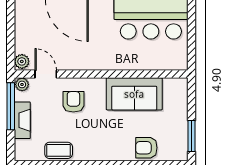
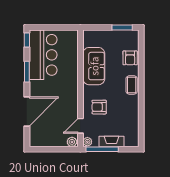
coffee table: (59, 150) -> (132, 85), moved

